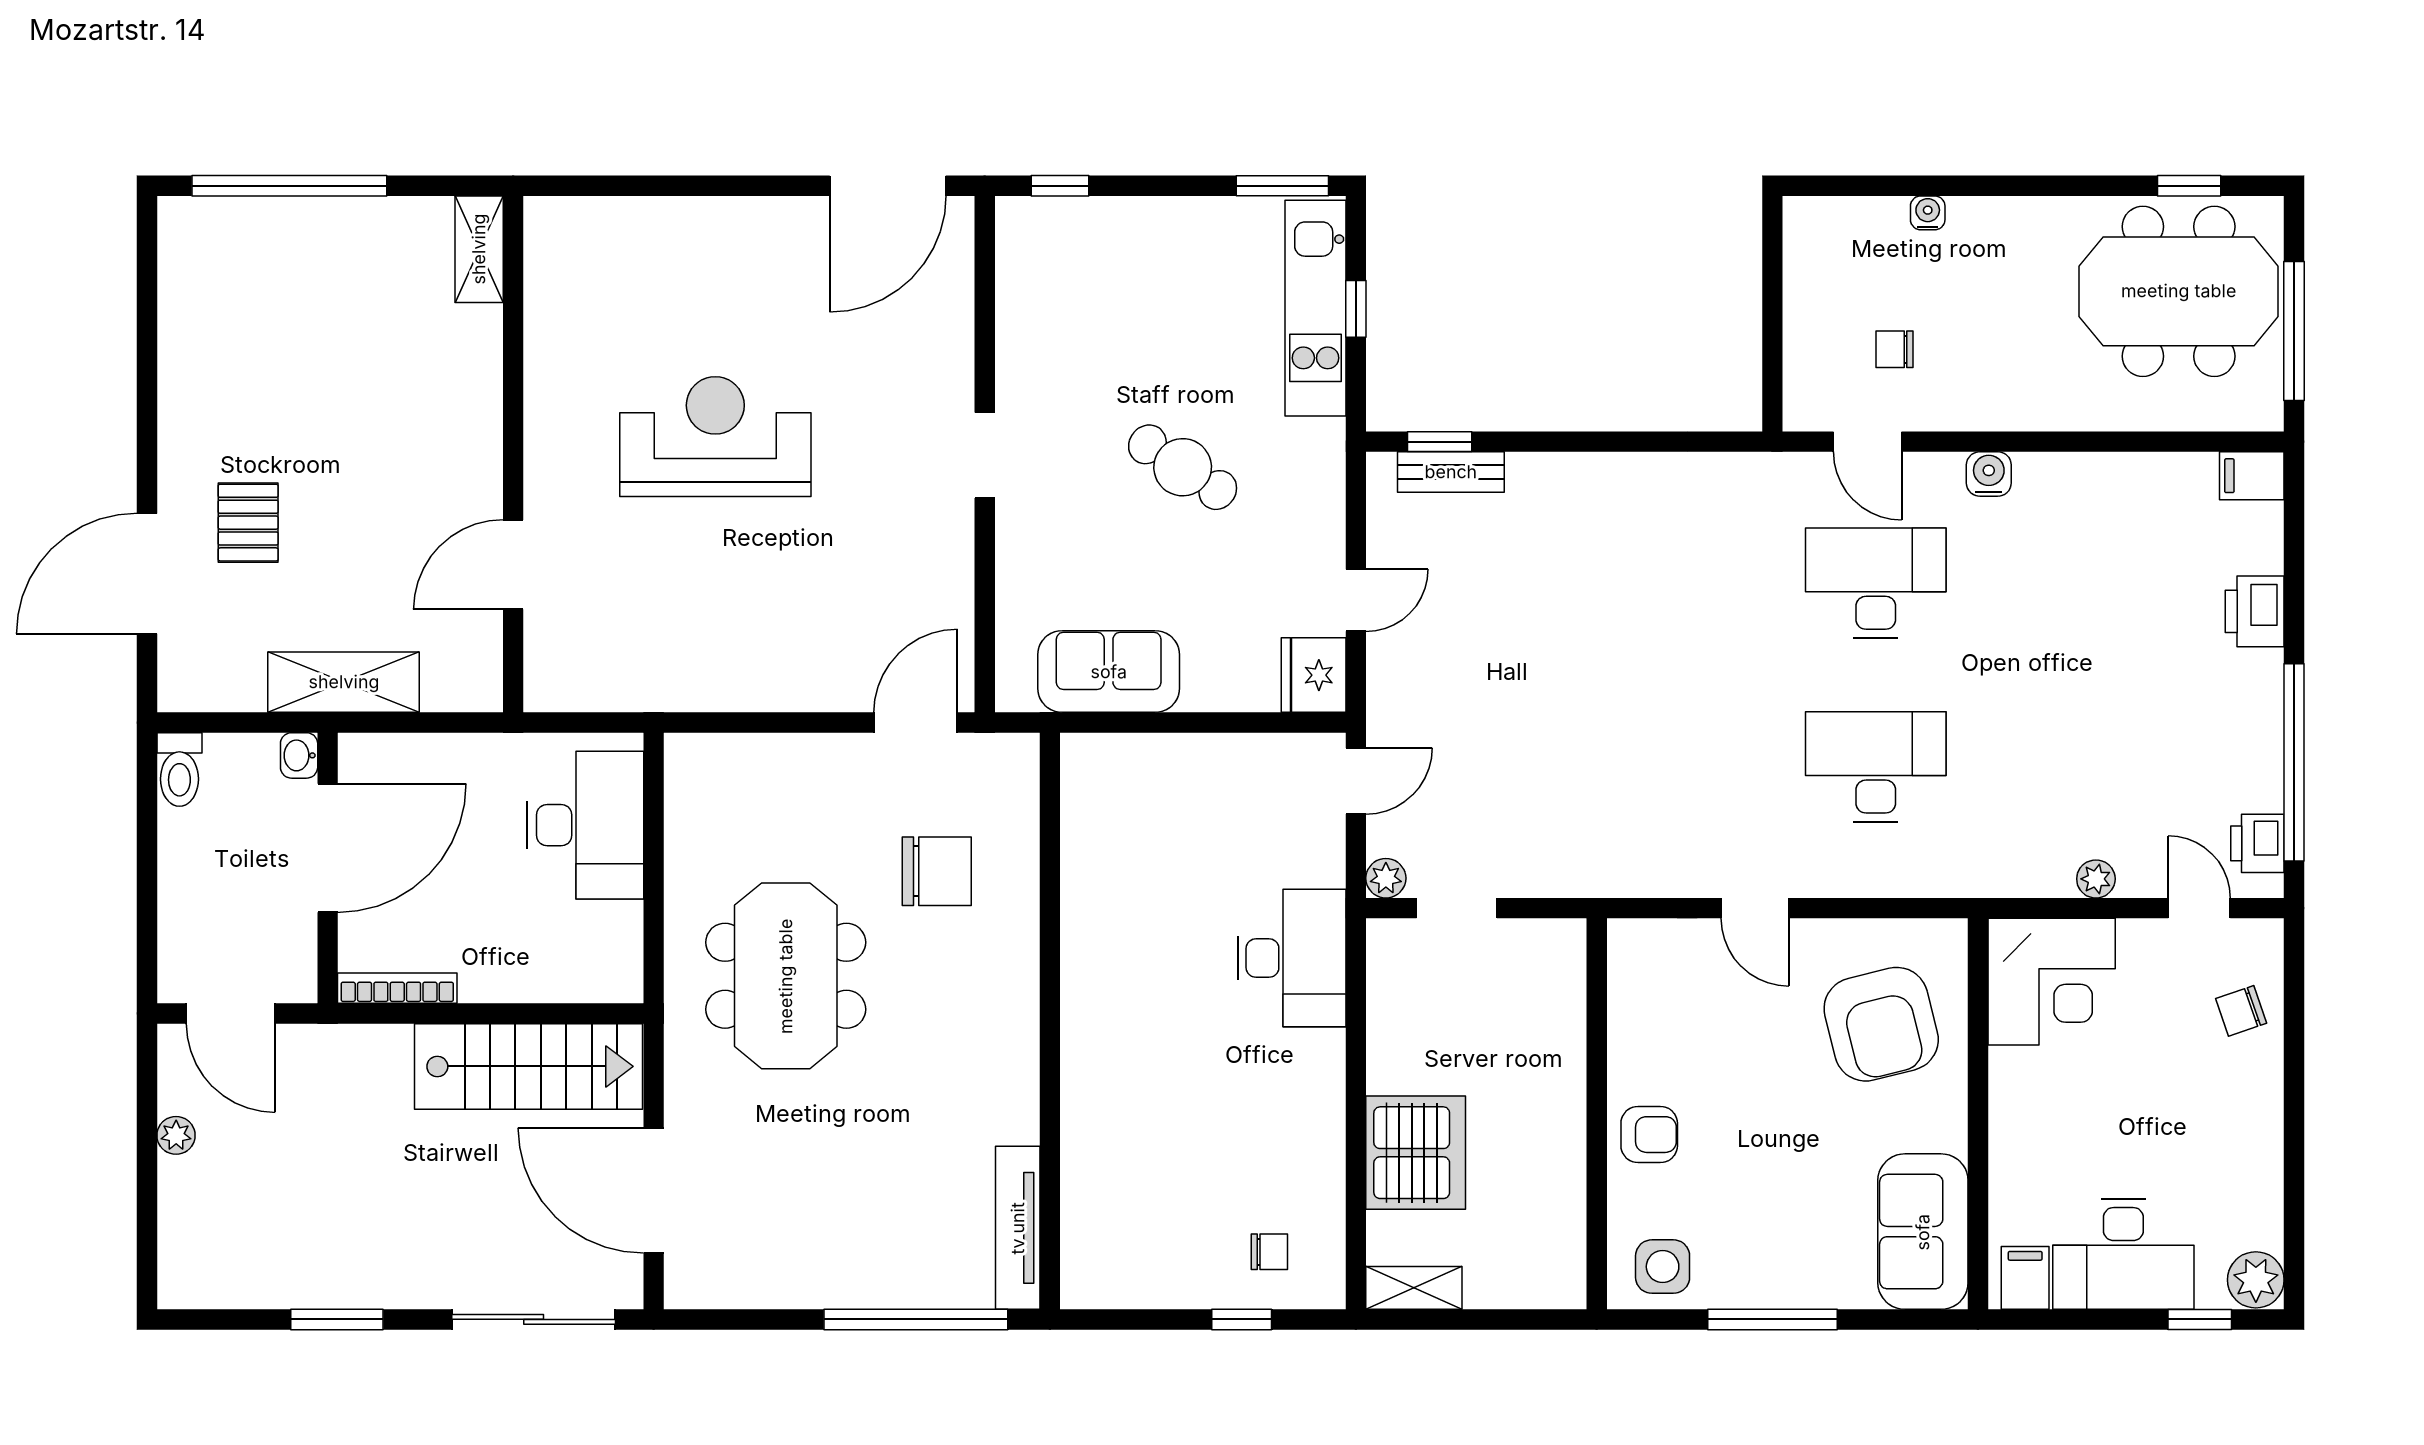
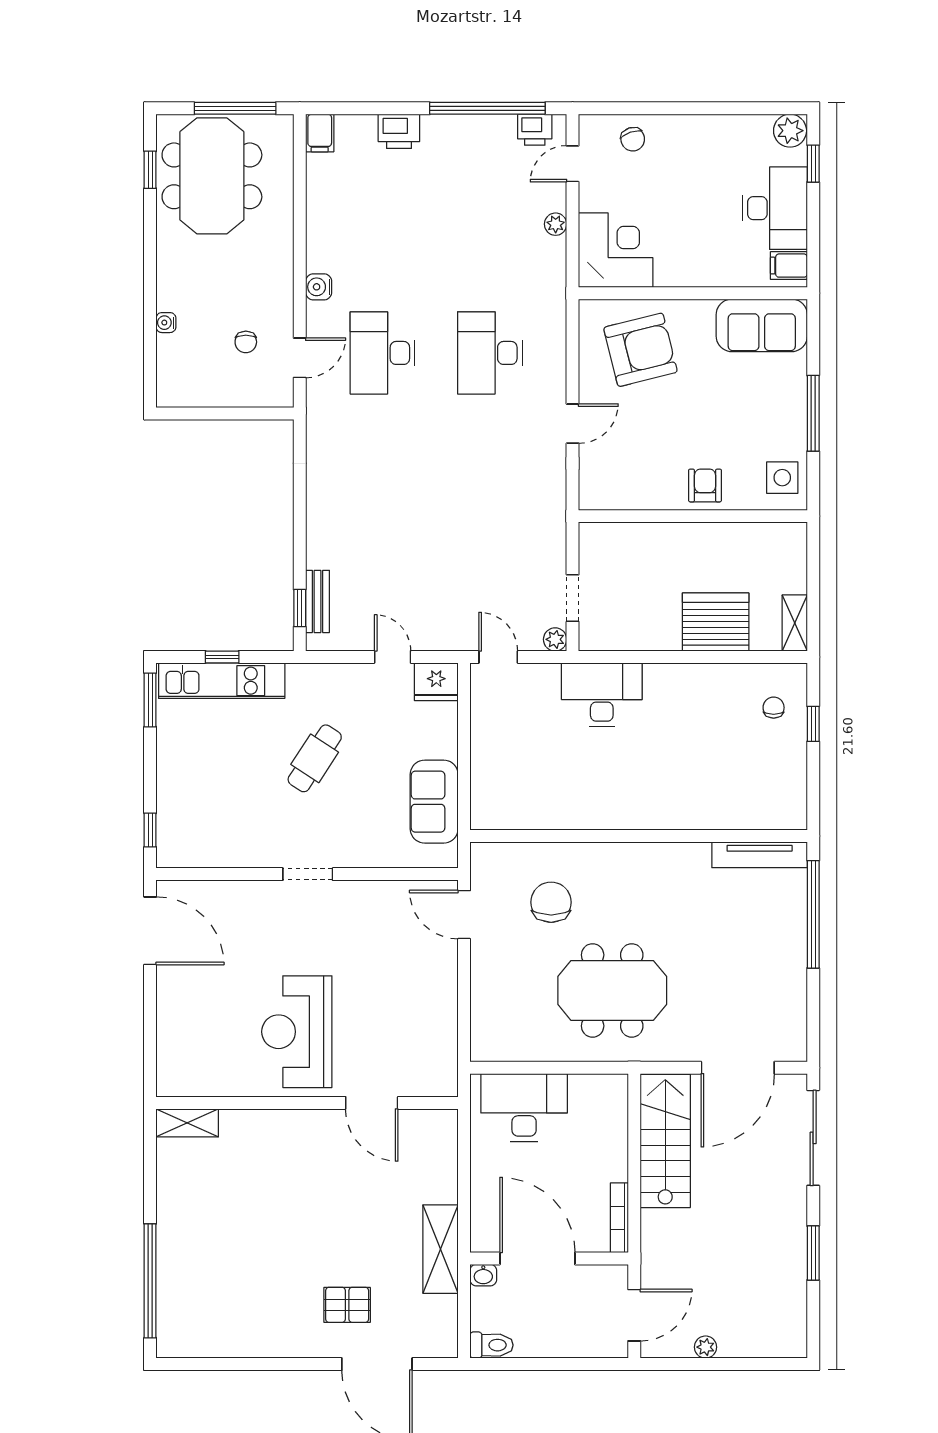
shelving: (479, 249) -> (187, 1123), moved
wall: (513, 454) -> (307, 1103), moved
door: (513, 565) -> (372, 1103), moved

